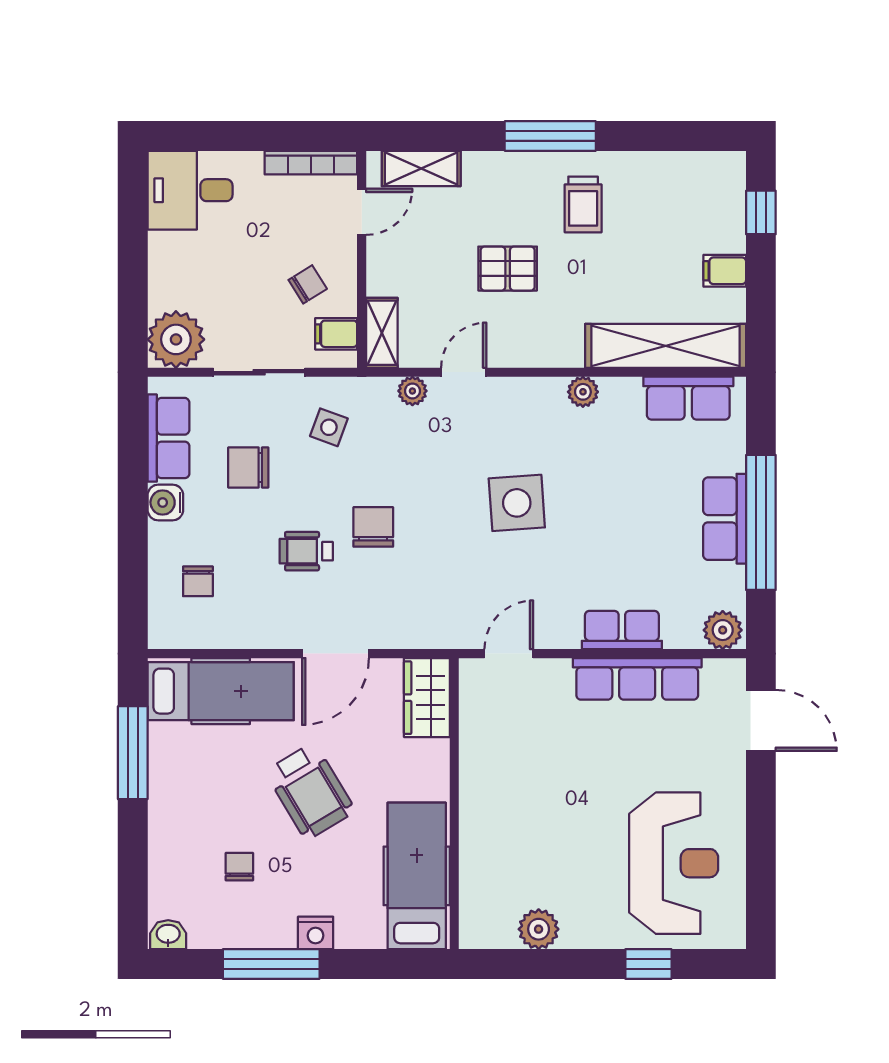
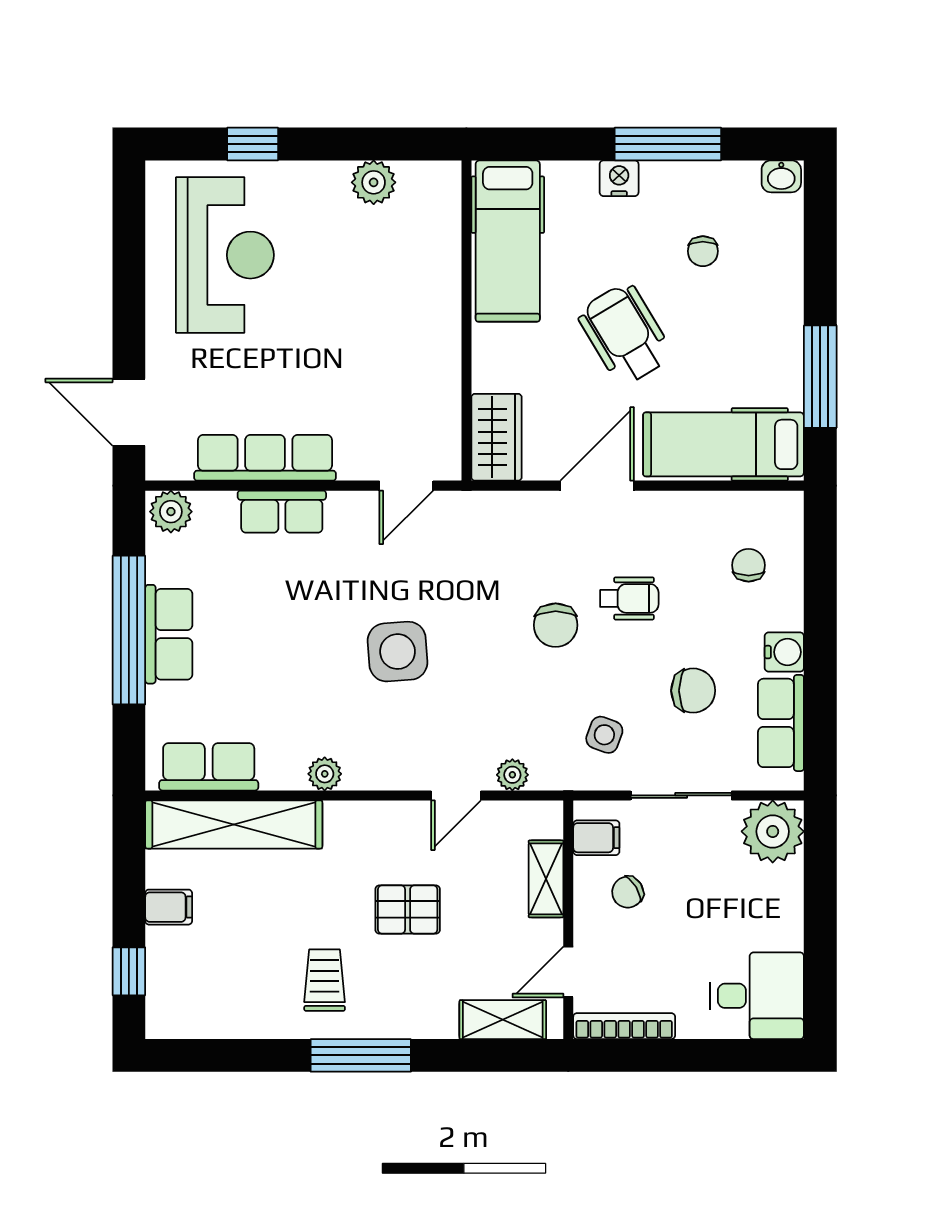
shelving: (382, 333) -> (546, 879), moved
reception desk: (674, 863) -> (225, 255), turned 180

